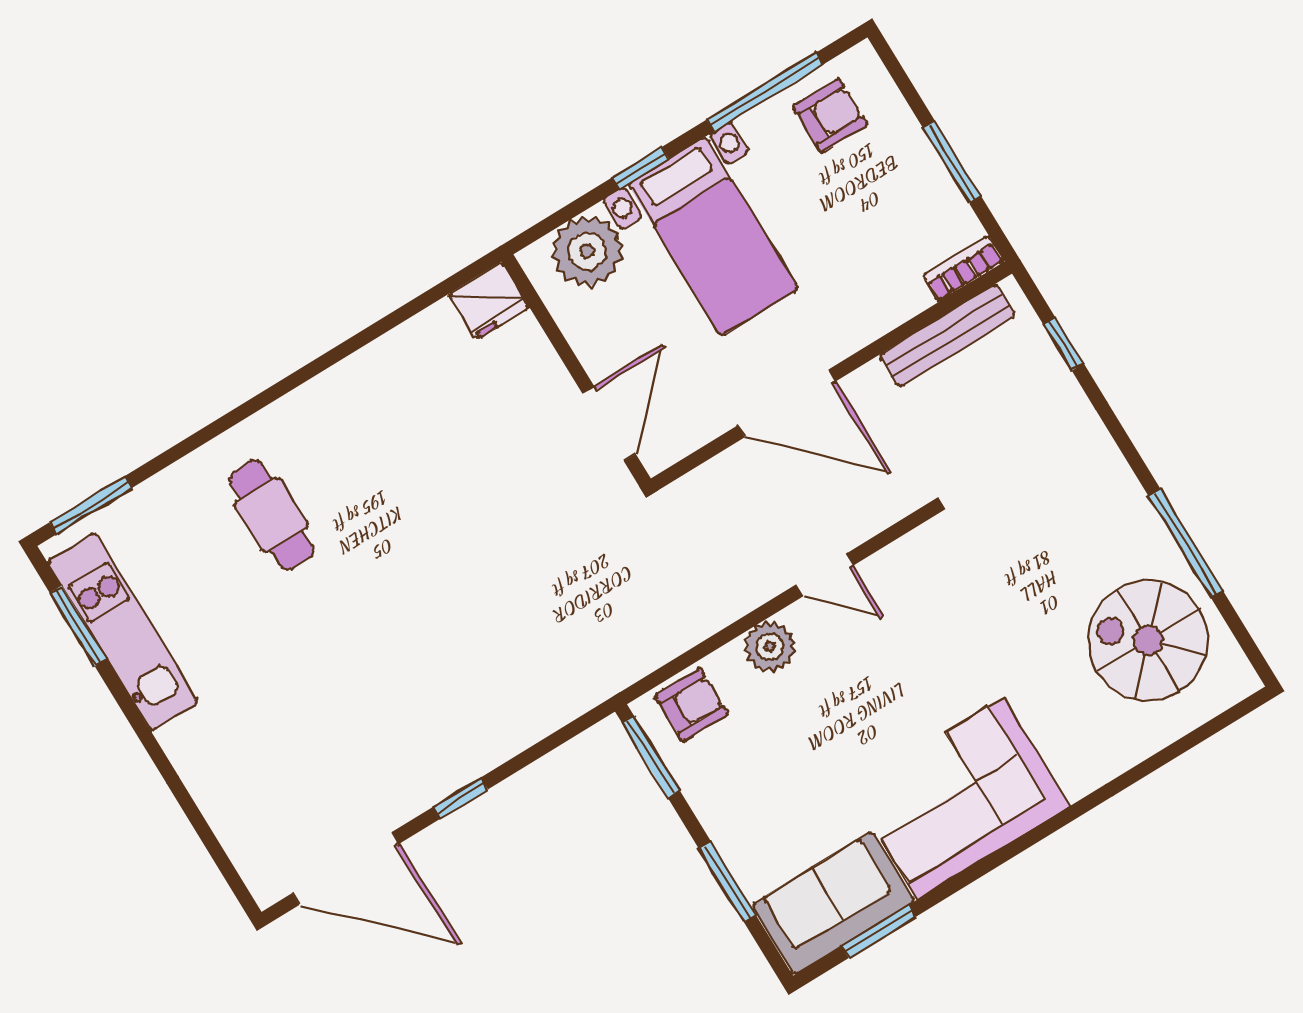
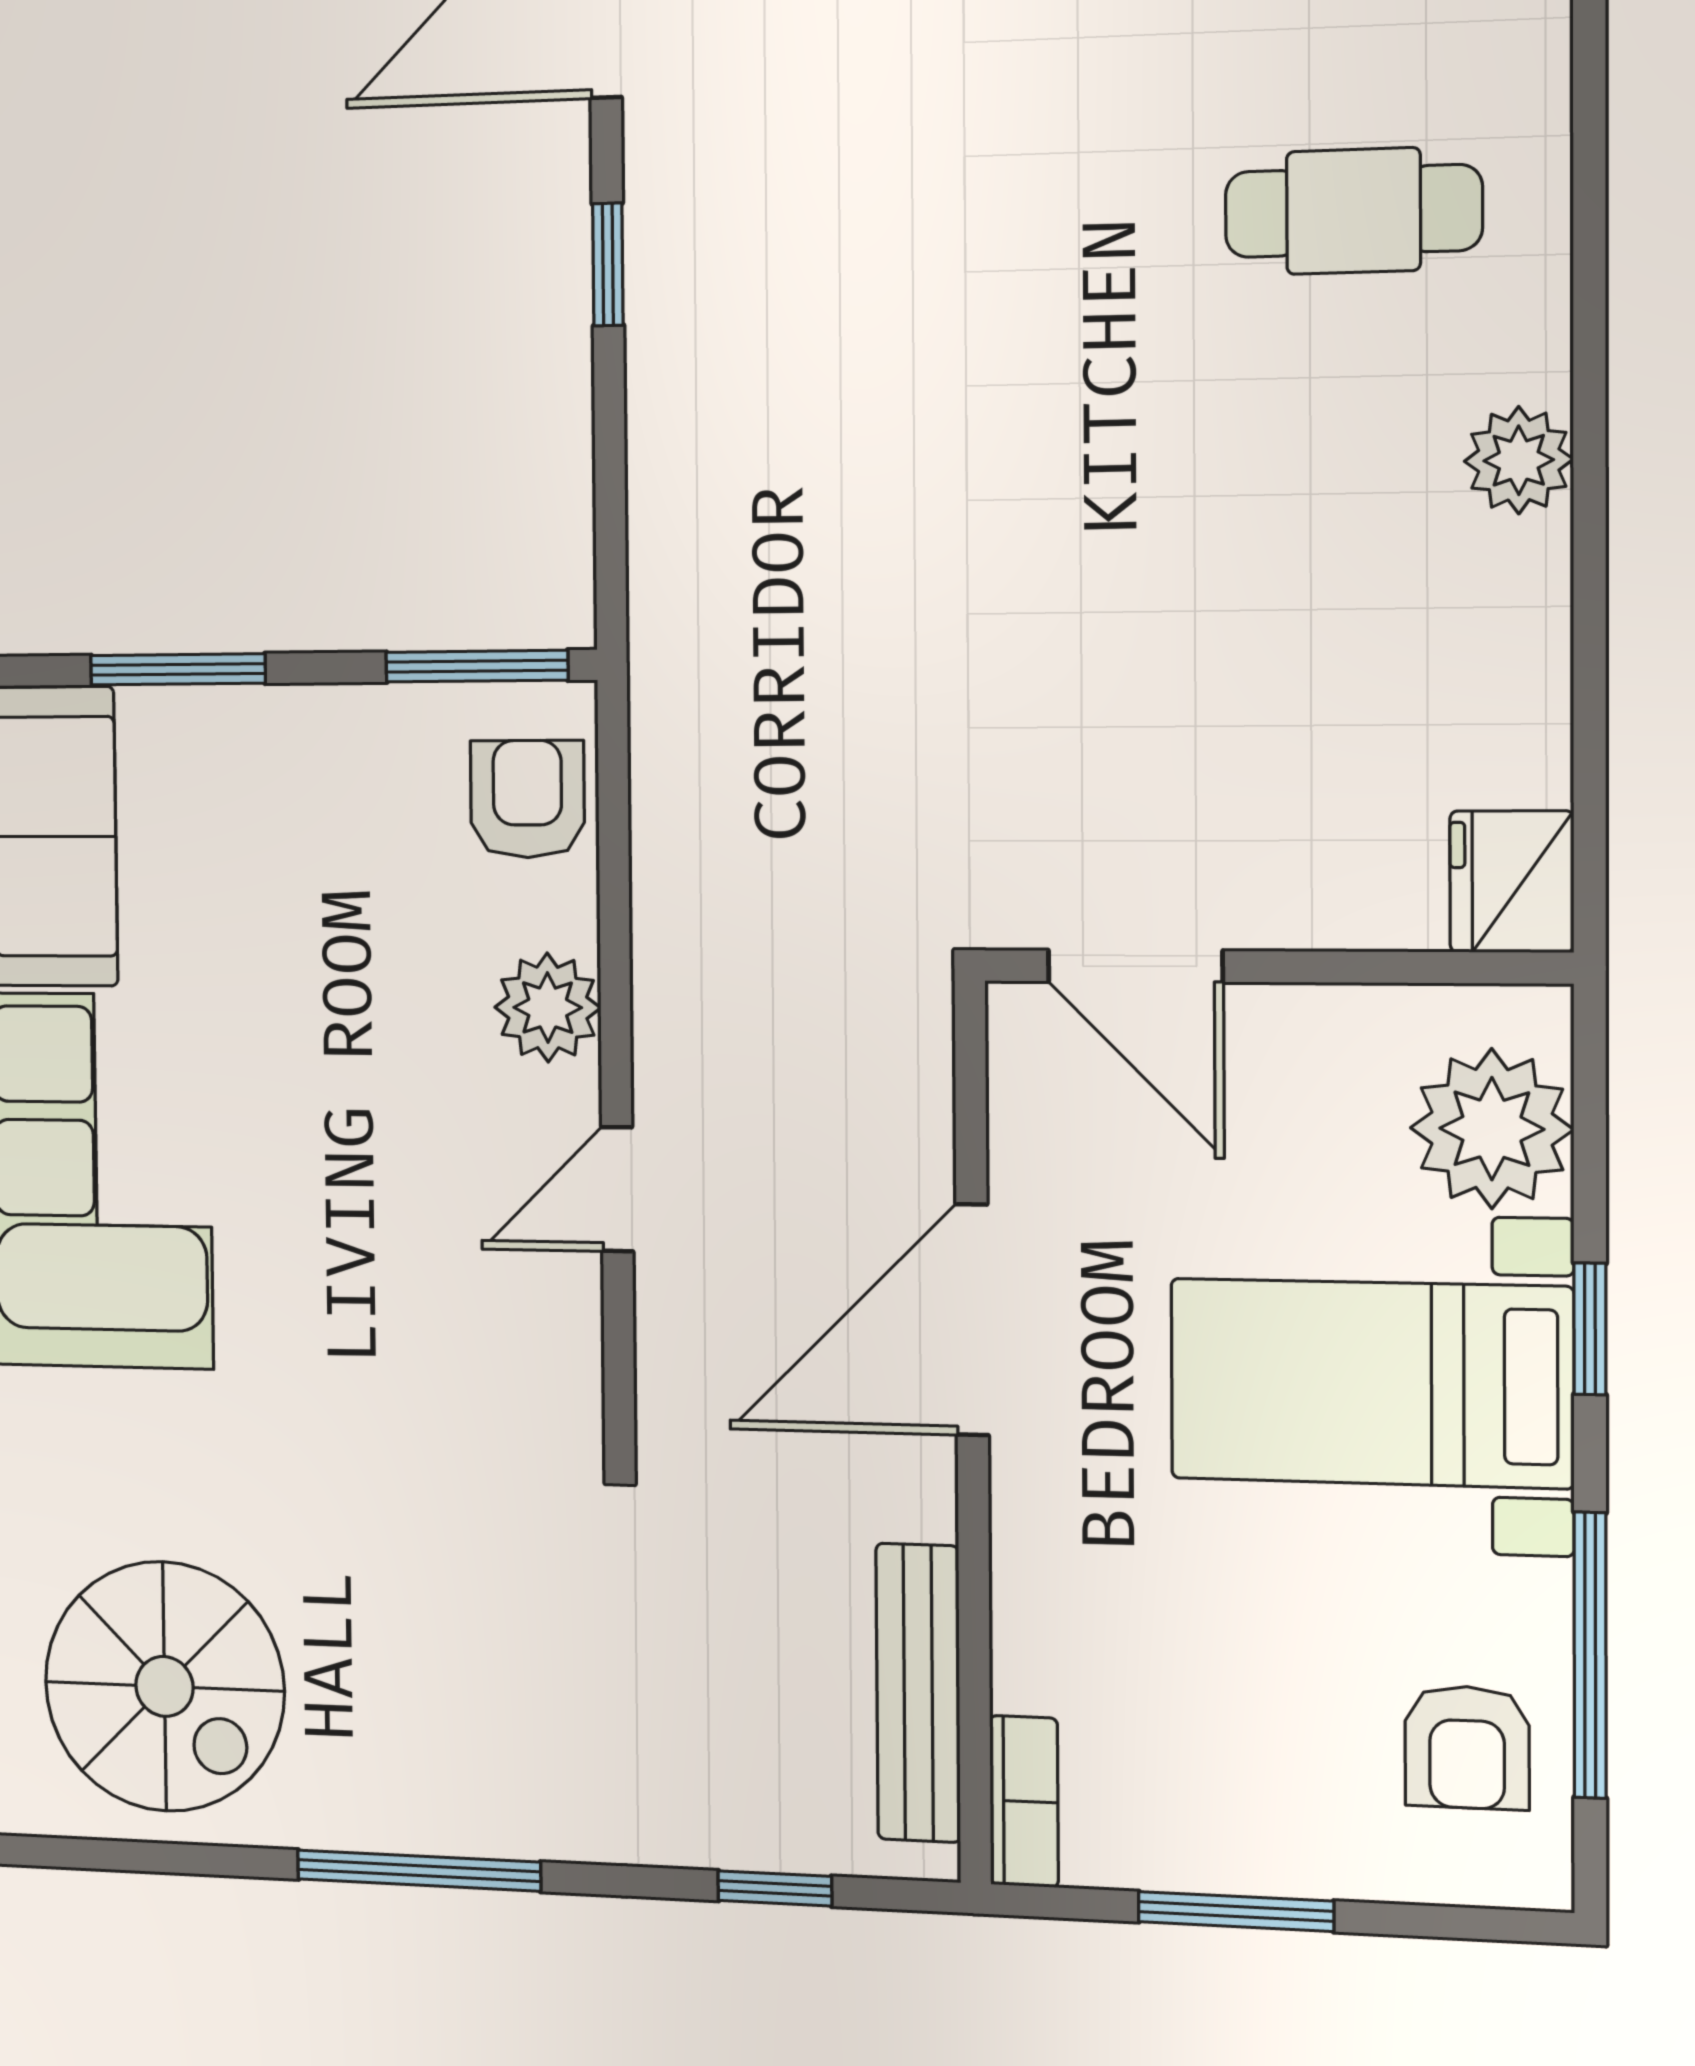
plant: (329, 395) -> (1519, 460), added
window: (1186, 543) -> (419, 1871), moved
spiral stairs: (1148, 640) -> (165, 1686), turned 90
armchair: (691, 705) -> (527, 799), turned 180

